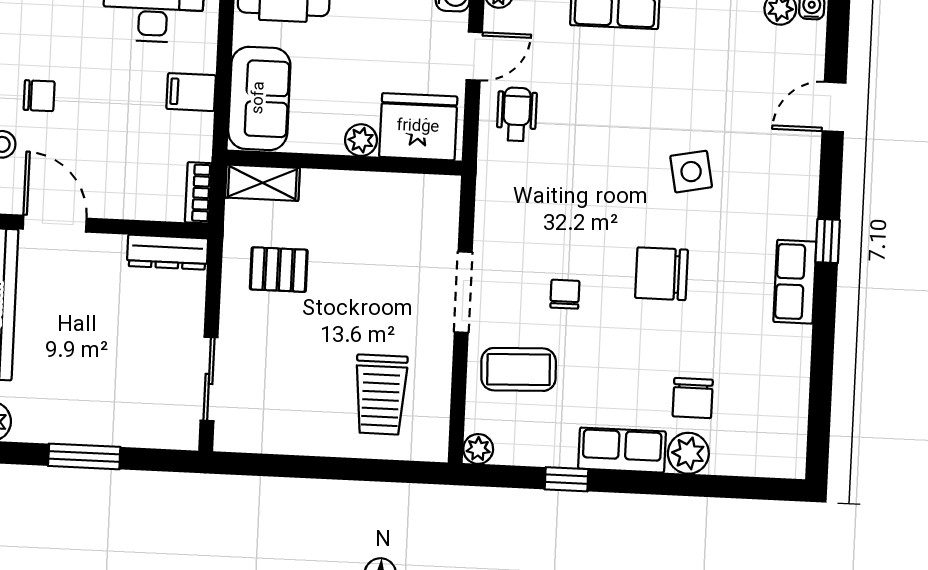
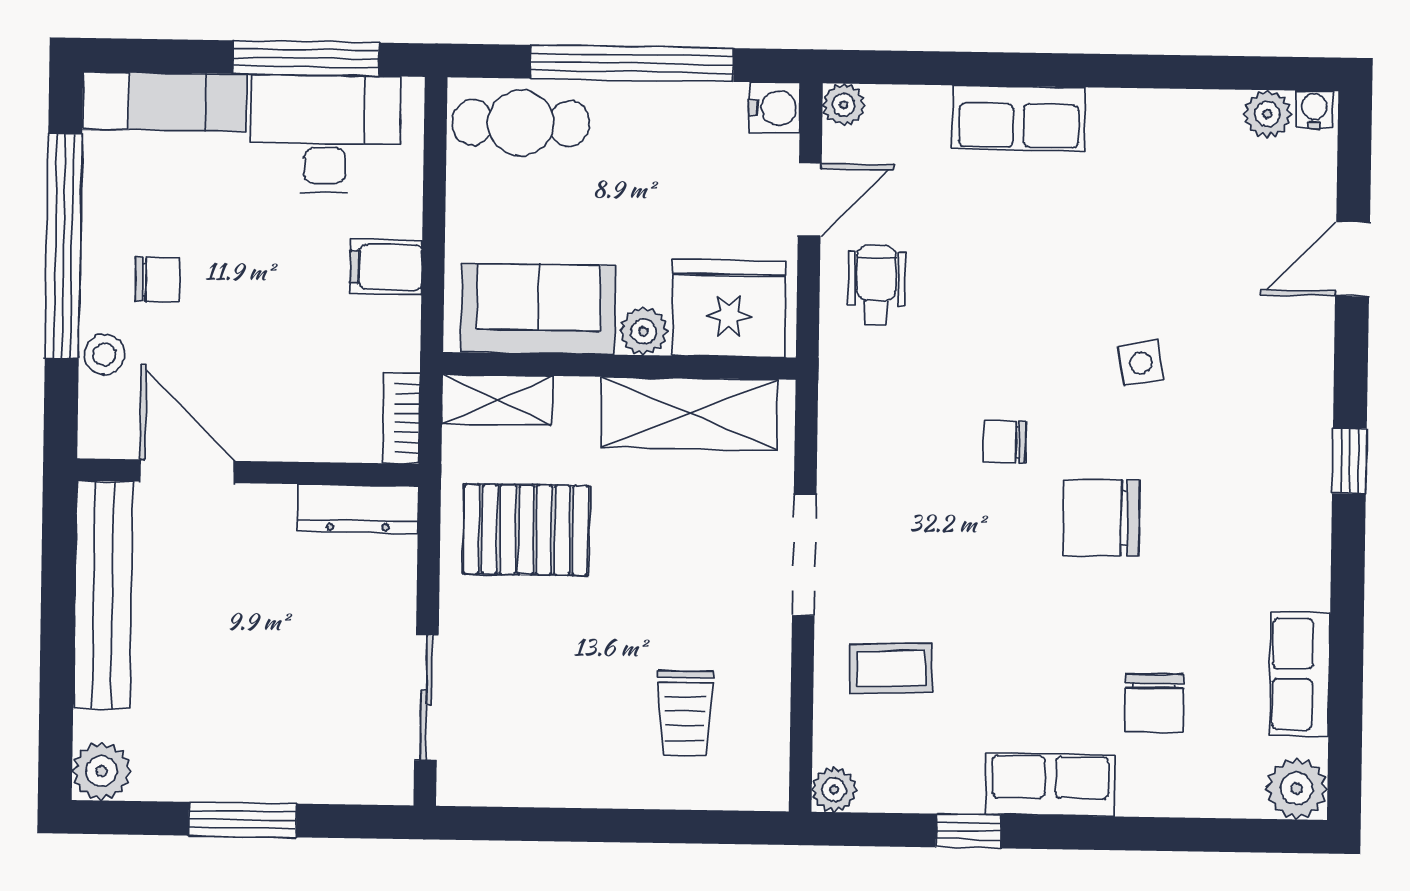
sofa: (259, 98) -> (539, 309), moved, turned -90
side table: (691, 172) -> (1141, 363), width x0.73, depth x0.73
shelving: (390, 196) -> (689, 413), added
pallet: (279, 270) -> (526, 530), width x1.50, depth x1.42
row of seats: (795, 282) -> (1300, 674), moved
chair: (565, 294) -> (1005, 442), moved, turned -90
coffee table: (519, 369) -> (891, 668), width x0.73, depth x0.77
trolley: (381, 395) -> (685, 713), width x0.73, depth x0.72
plant: (688, 453) -> (1297, 789), moved

